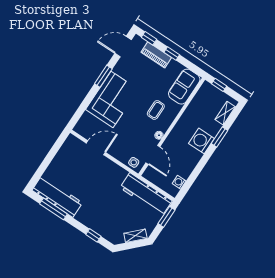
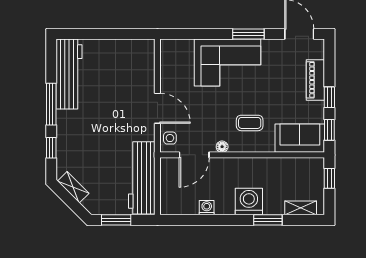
window: (149, 38) -> (329, 130), moved
door: (96, 148) -> (157, 108), moved
washing machine: (179, 182) -> (207, 208), moved
window: (53, 209) -> (51, 104), moved
window: (166, 217) -> (116, 220), moved
shelving: (135, 236) -> (73, 187), moved

